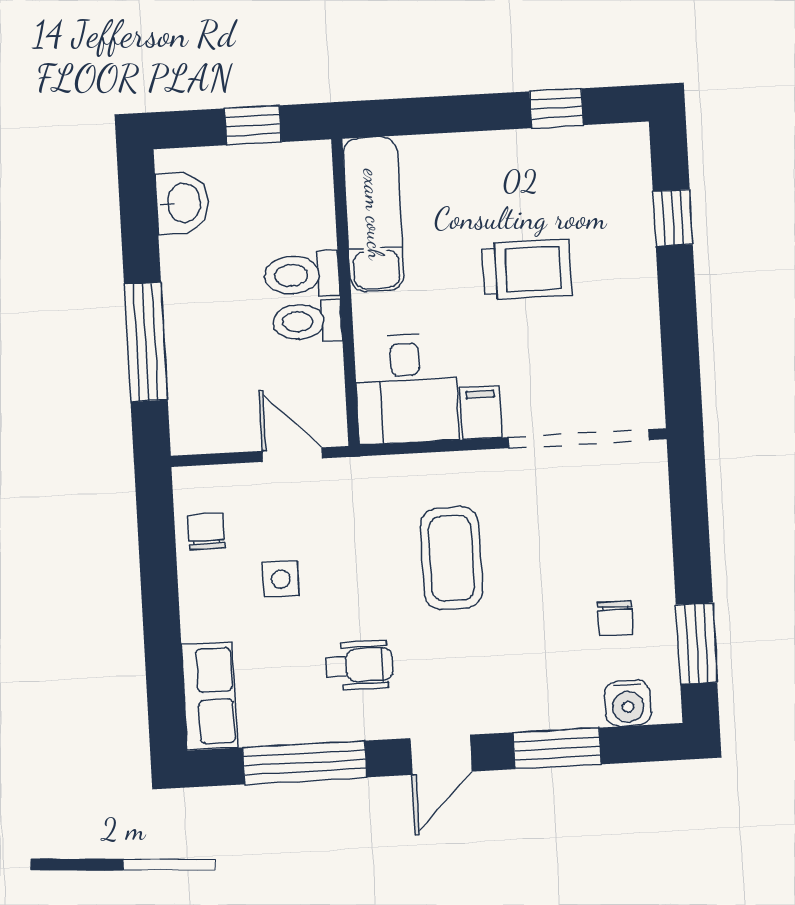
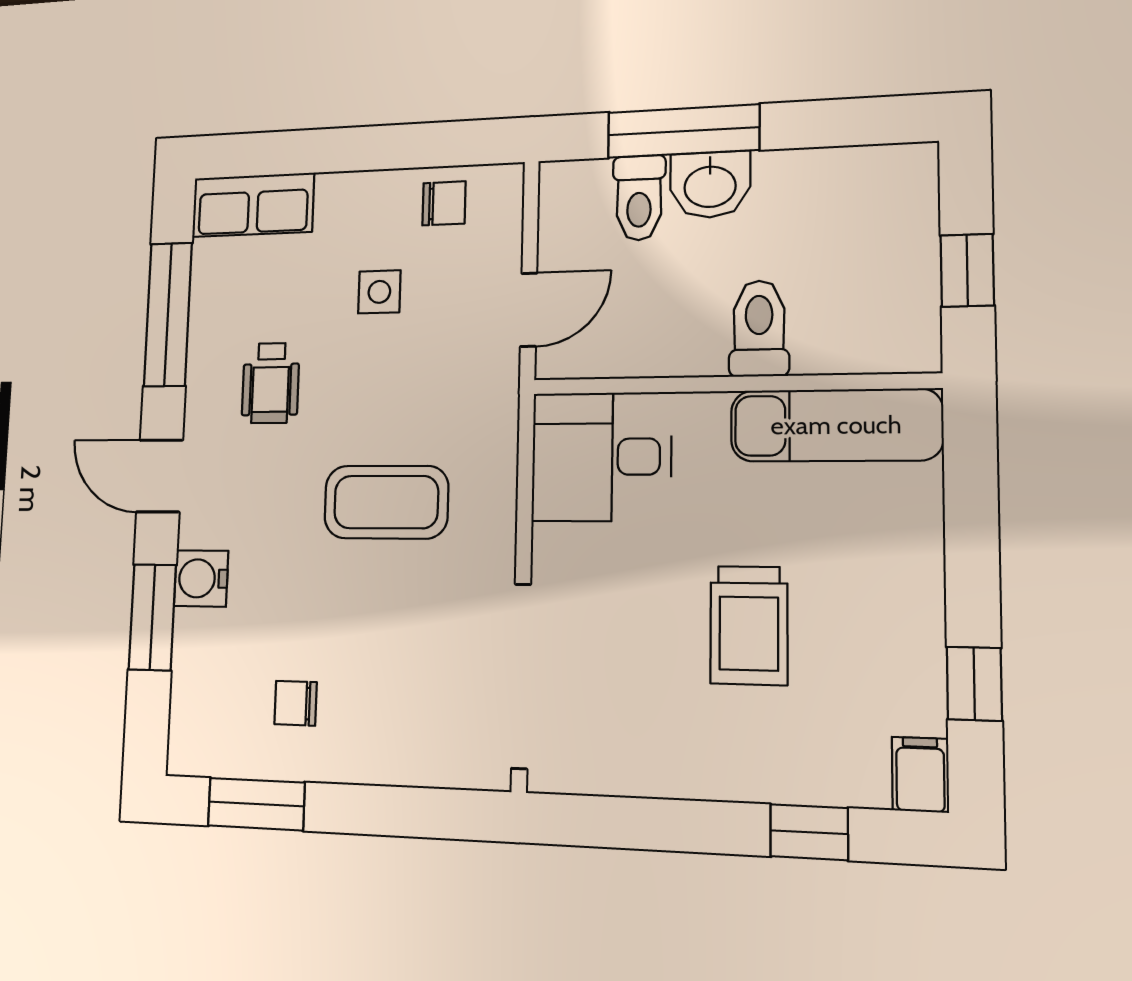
washbasin: (183, 203) -> (710, 185), moved
toilet: (307, 321) -> (639, 198), moved, turned 180
filing cabinet: (481, 413) -> (920, 775), moved, turned -90
water cooler: (628, 703) -> (201, 578), moved

